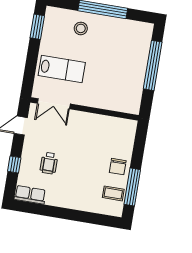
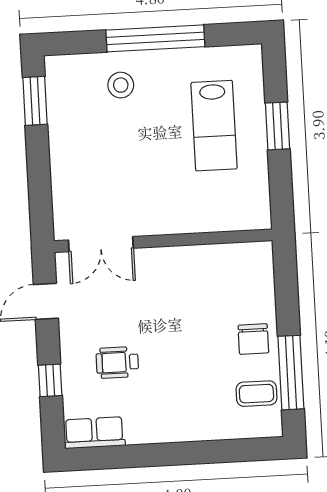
window: (153, 65) -> (278, 126), width x0.47
lab bench: (62, 69) -> (214, 126), moved, turned 90
wheelchair: (49, 163) -> (117, 362), turned 90

